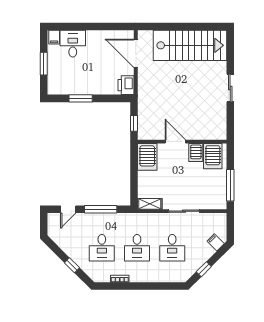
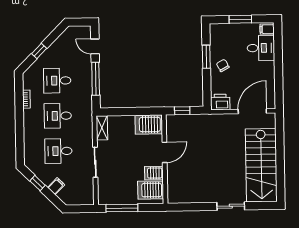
chair: (90, 82) -> (223, 65), added
sliding door: (230, 88) -> (231, 206), moved
filing cabinet: (216, 242) -> (56, 186), moved

